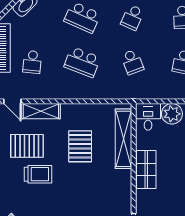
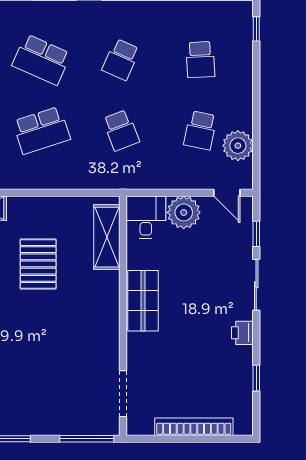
school desk: (82, 62) -> (42, 130), turned -39
shelving: (123, 139) -> (107, 237), width x0.68

